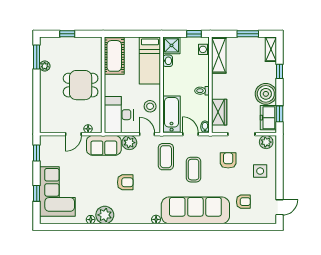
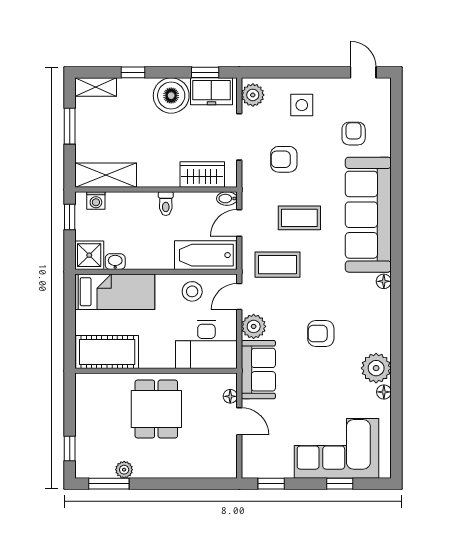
window: (67, 34) -> (70, 449), moved
armchair: (125, 182) -> (321, 333), turned -90

